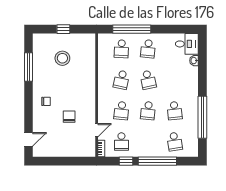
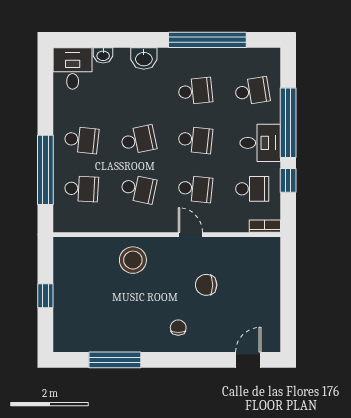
stool: (62, 58) -> (133, 260), moved
washbasin: (192, 83) -> (144, 58), added
door: (97, 130) -> (190, 235), moved
door: (28, 139) -> (248, 360), hinge flipped
desk: (146, 146) -> (260, 143), added

